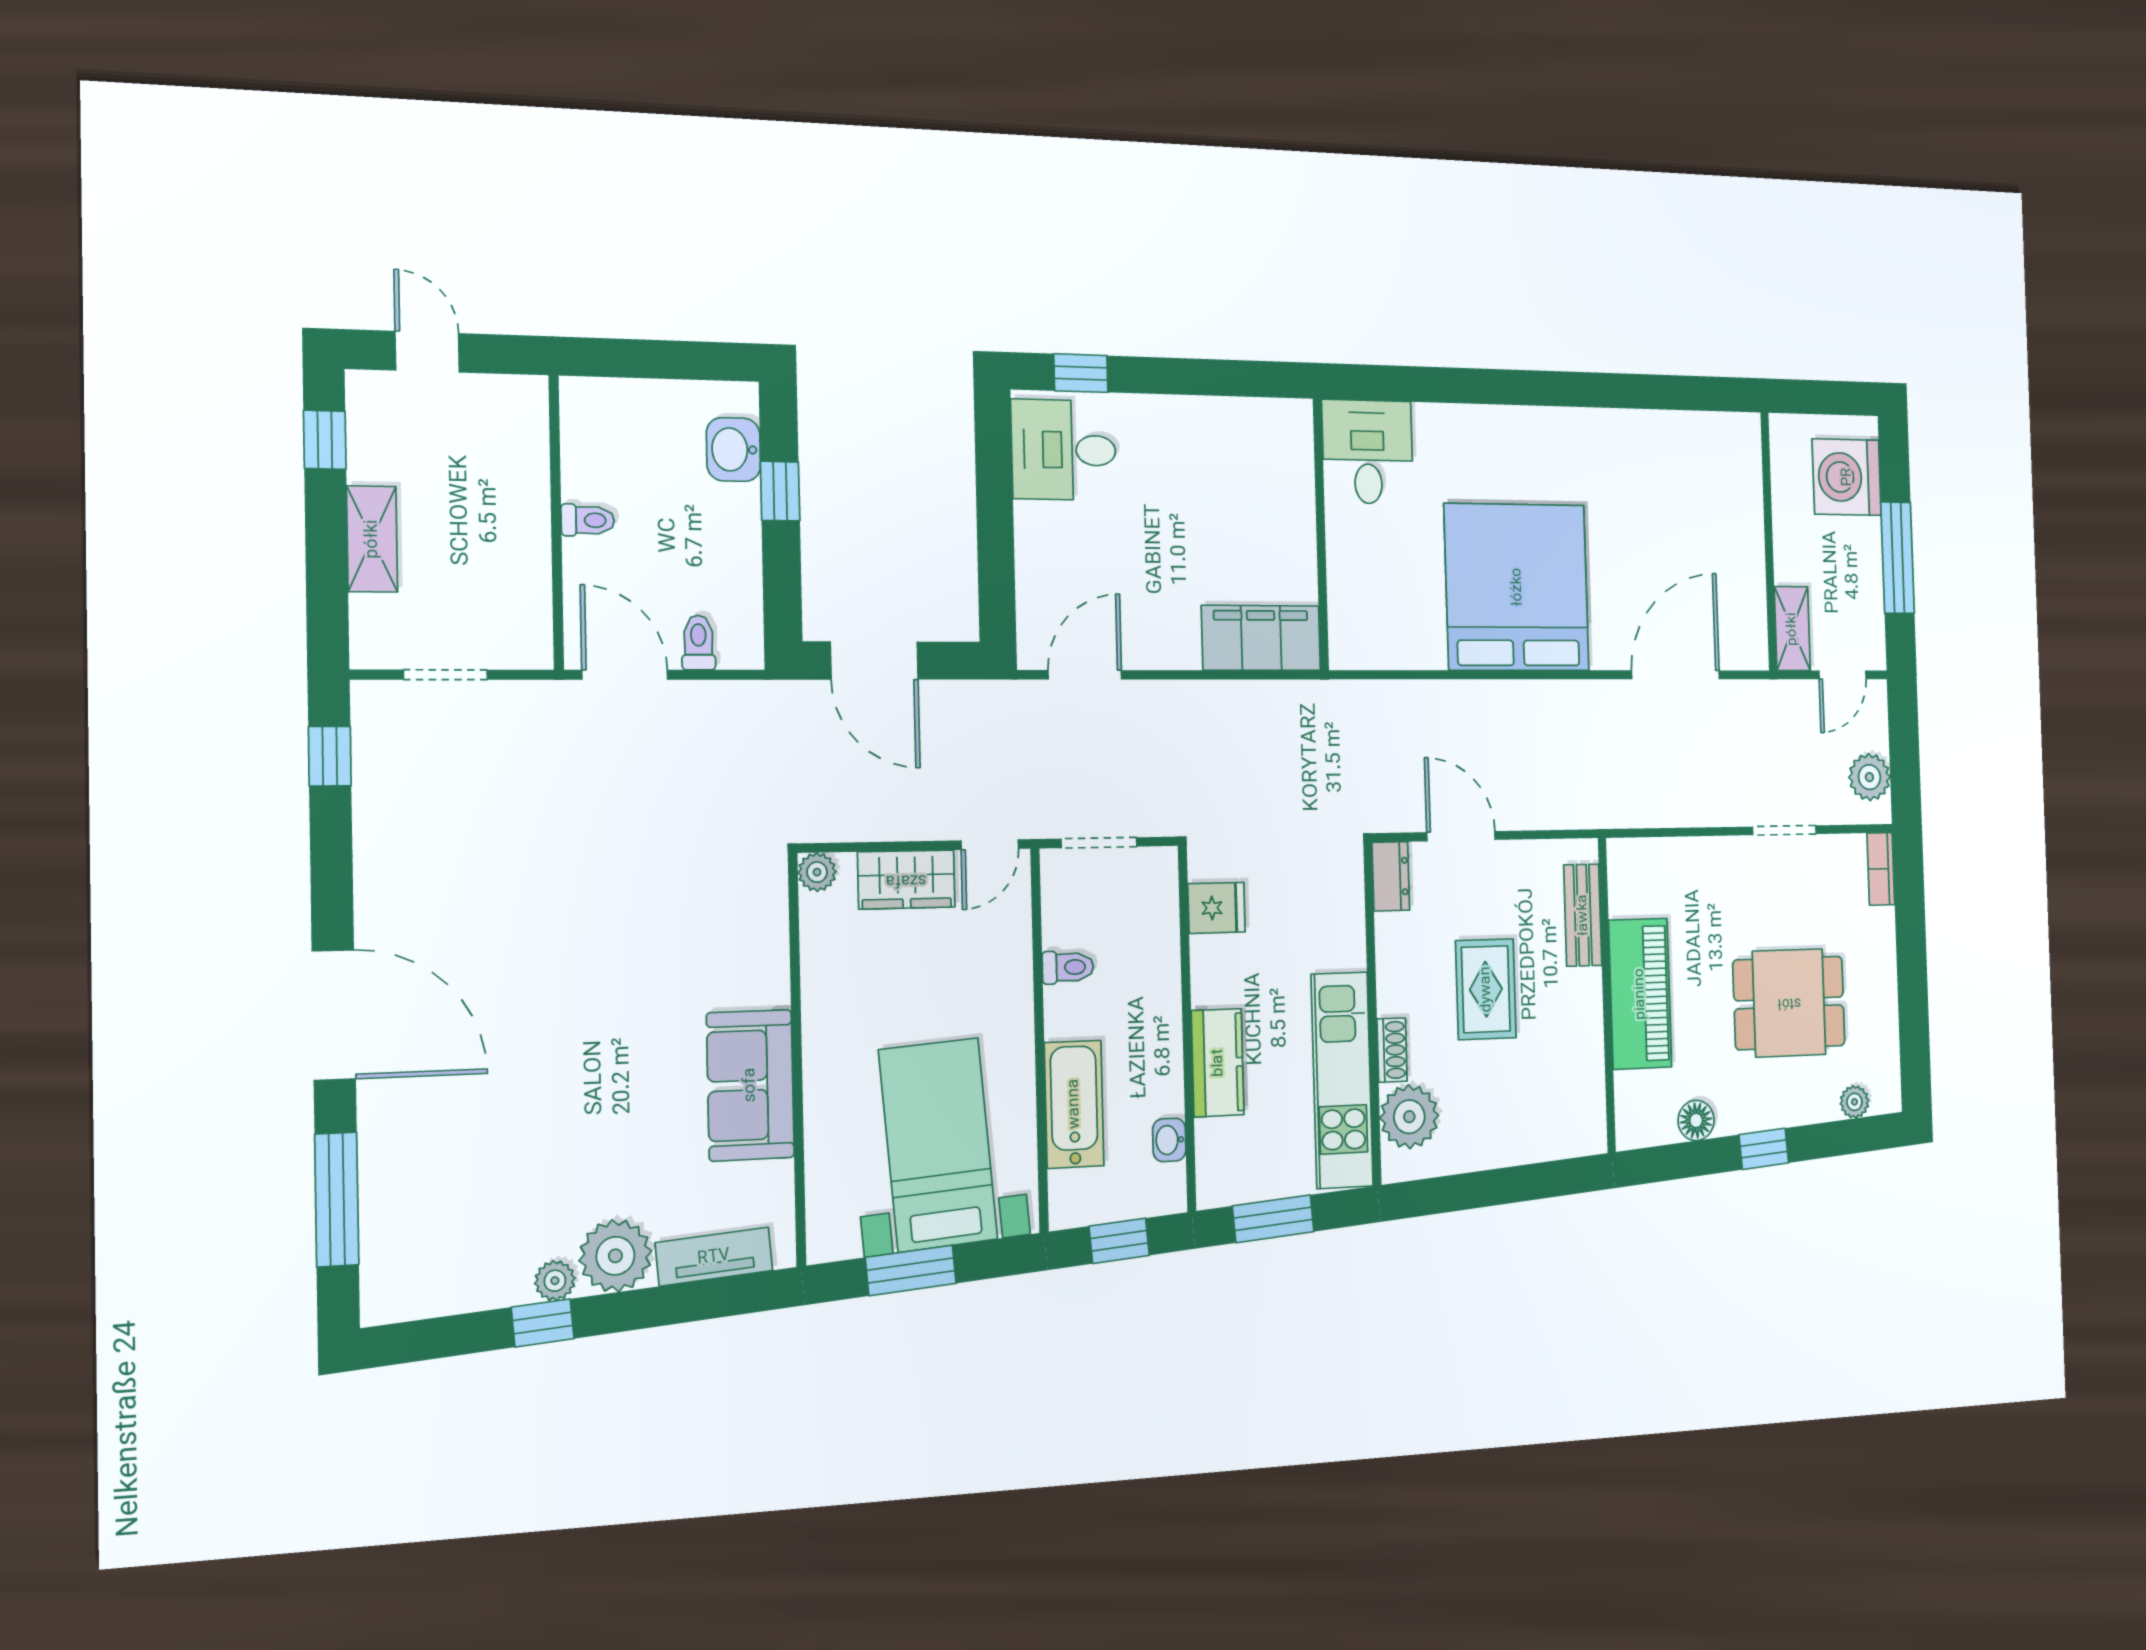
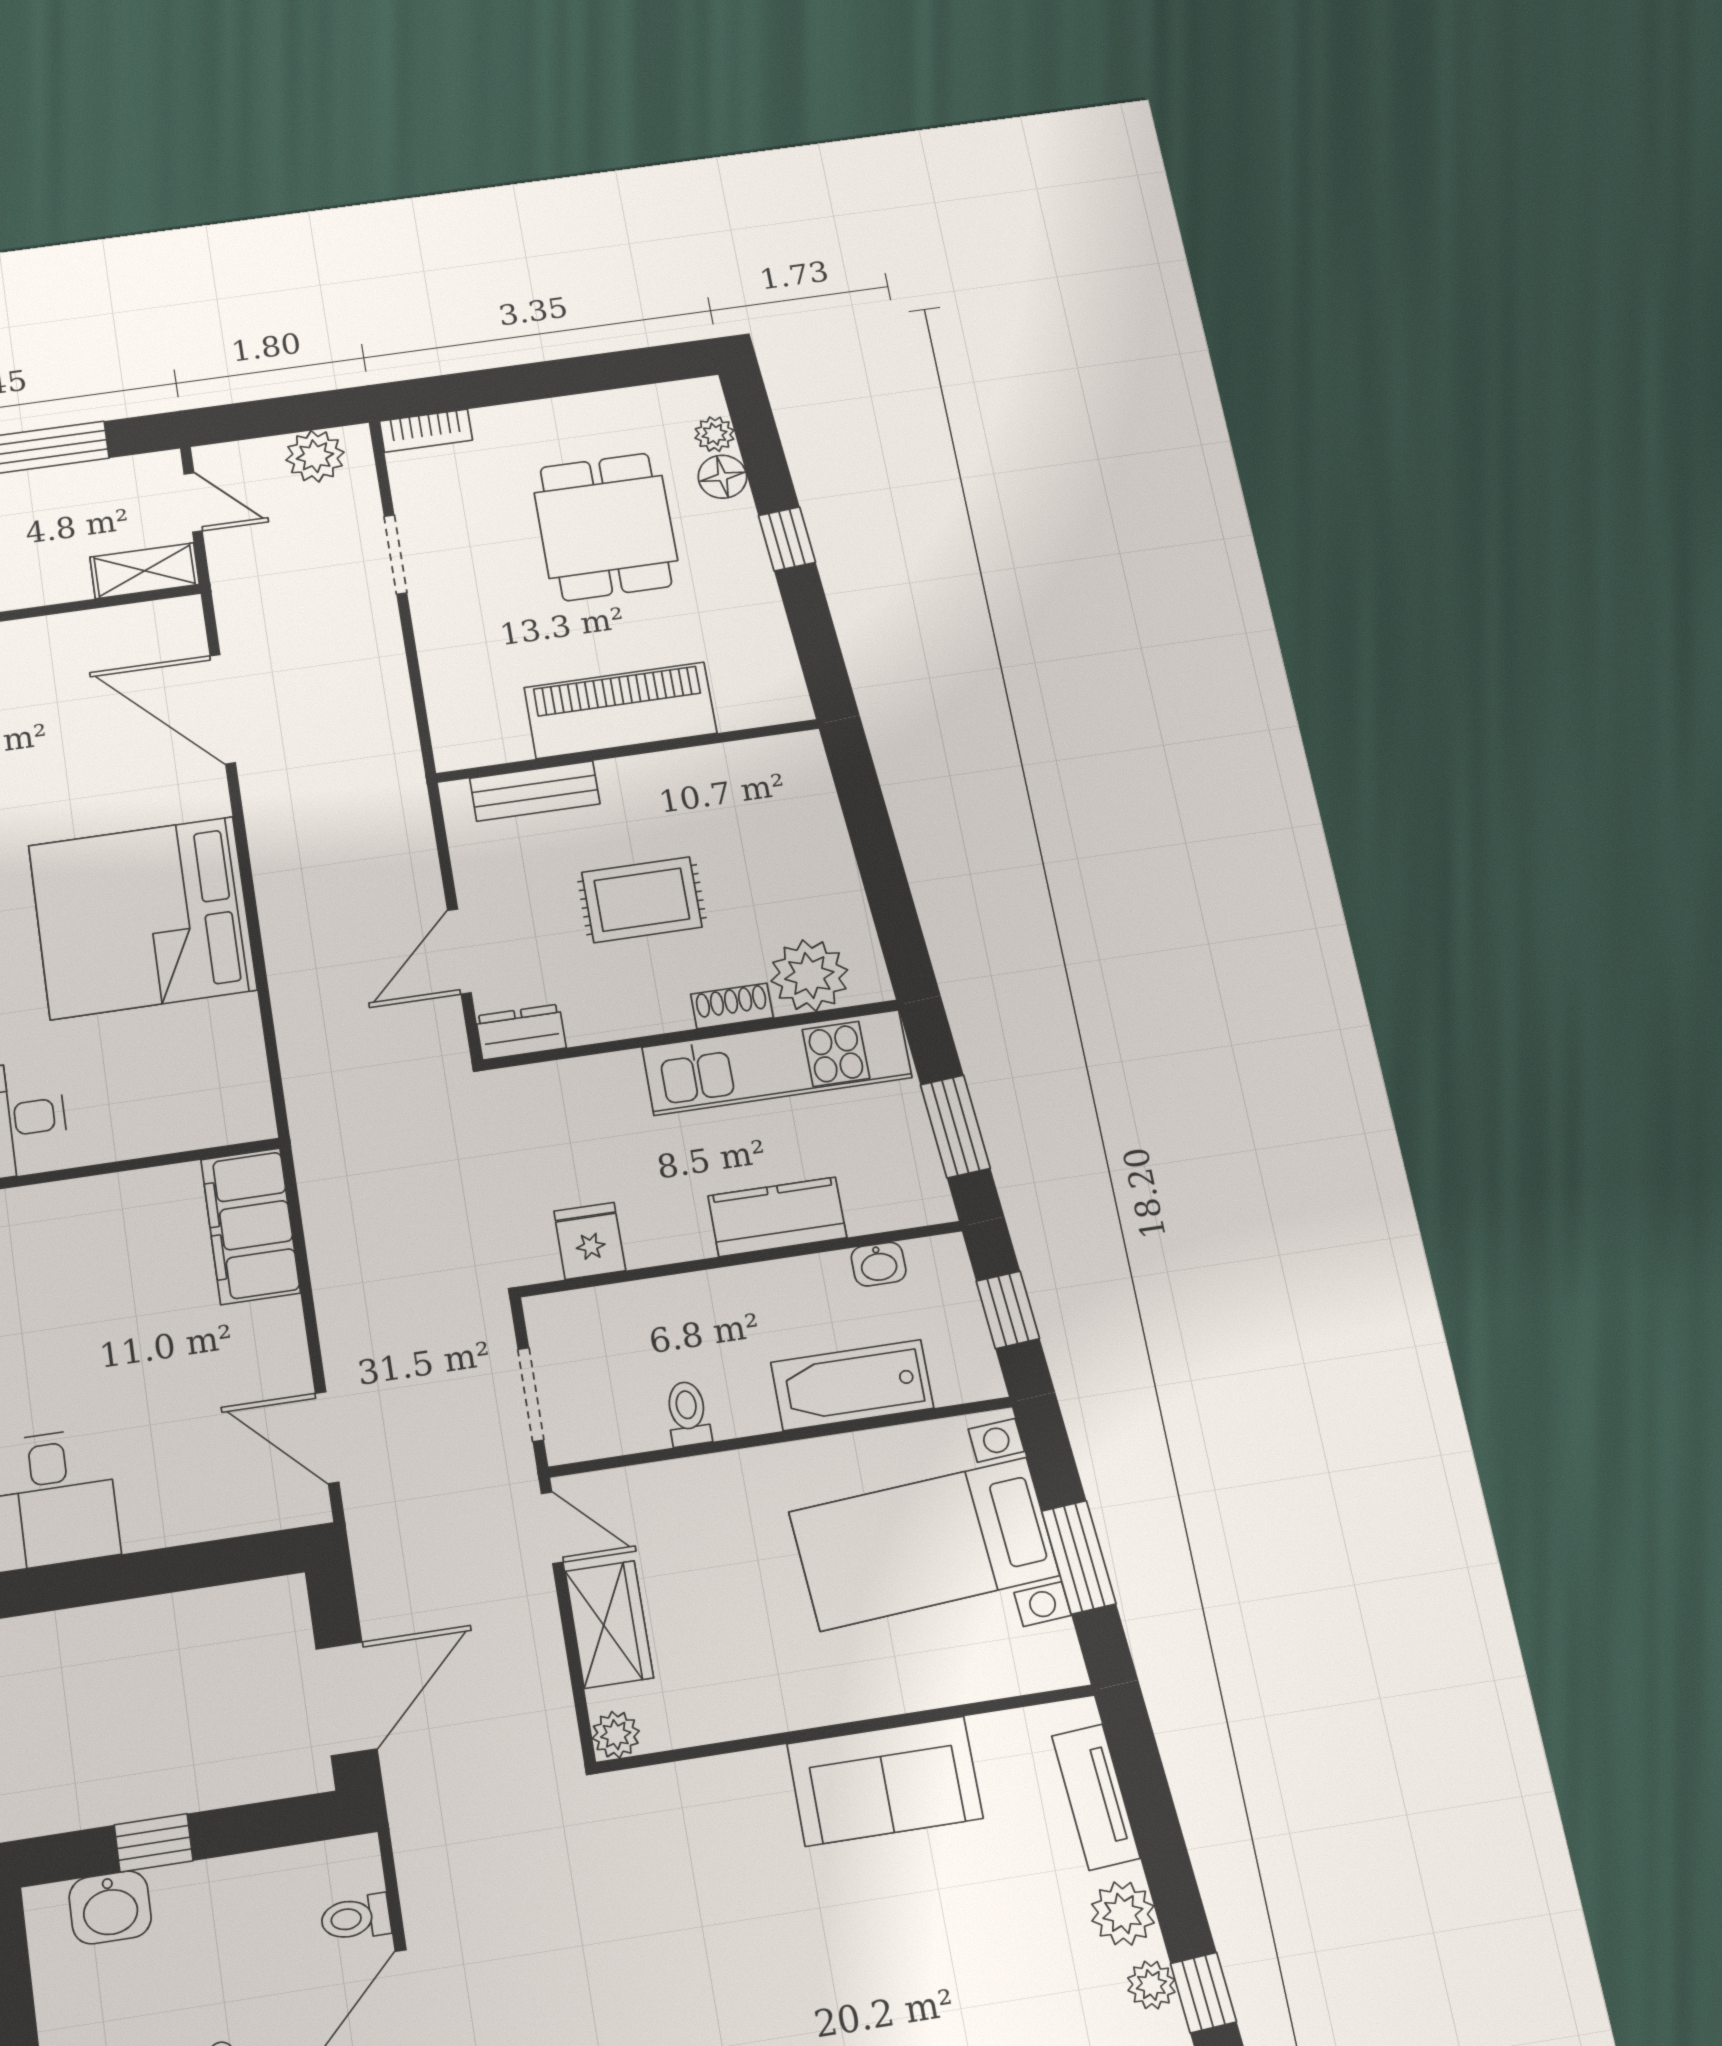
floor lamp: (1696, 1120) -> (722, 477), moved
plant: (615, 1256) -> (1123, 1913), width x0.73, depth x0.73

